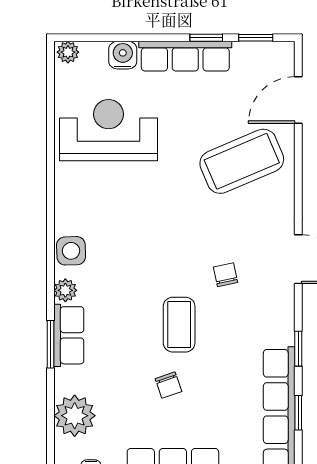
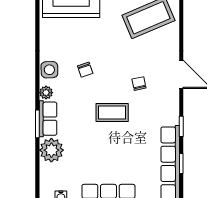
coffee table: (179, 325) -> (112, 112), turned 90
chair: (168, 385) -> (85, 70), moved
plant: (75, 416) -> (51, 150), moved

